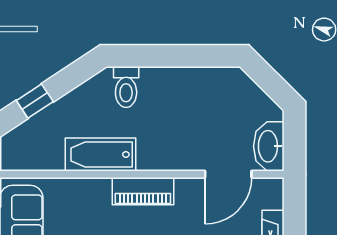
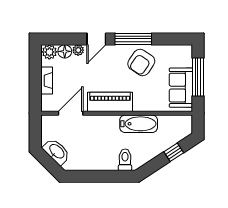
washbasin: (269, 146) -> (57, 152), moved, turned -45
piano: (143, 191) -> (110, 102), width x1.37, depth x1.33

